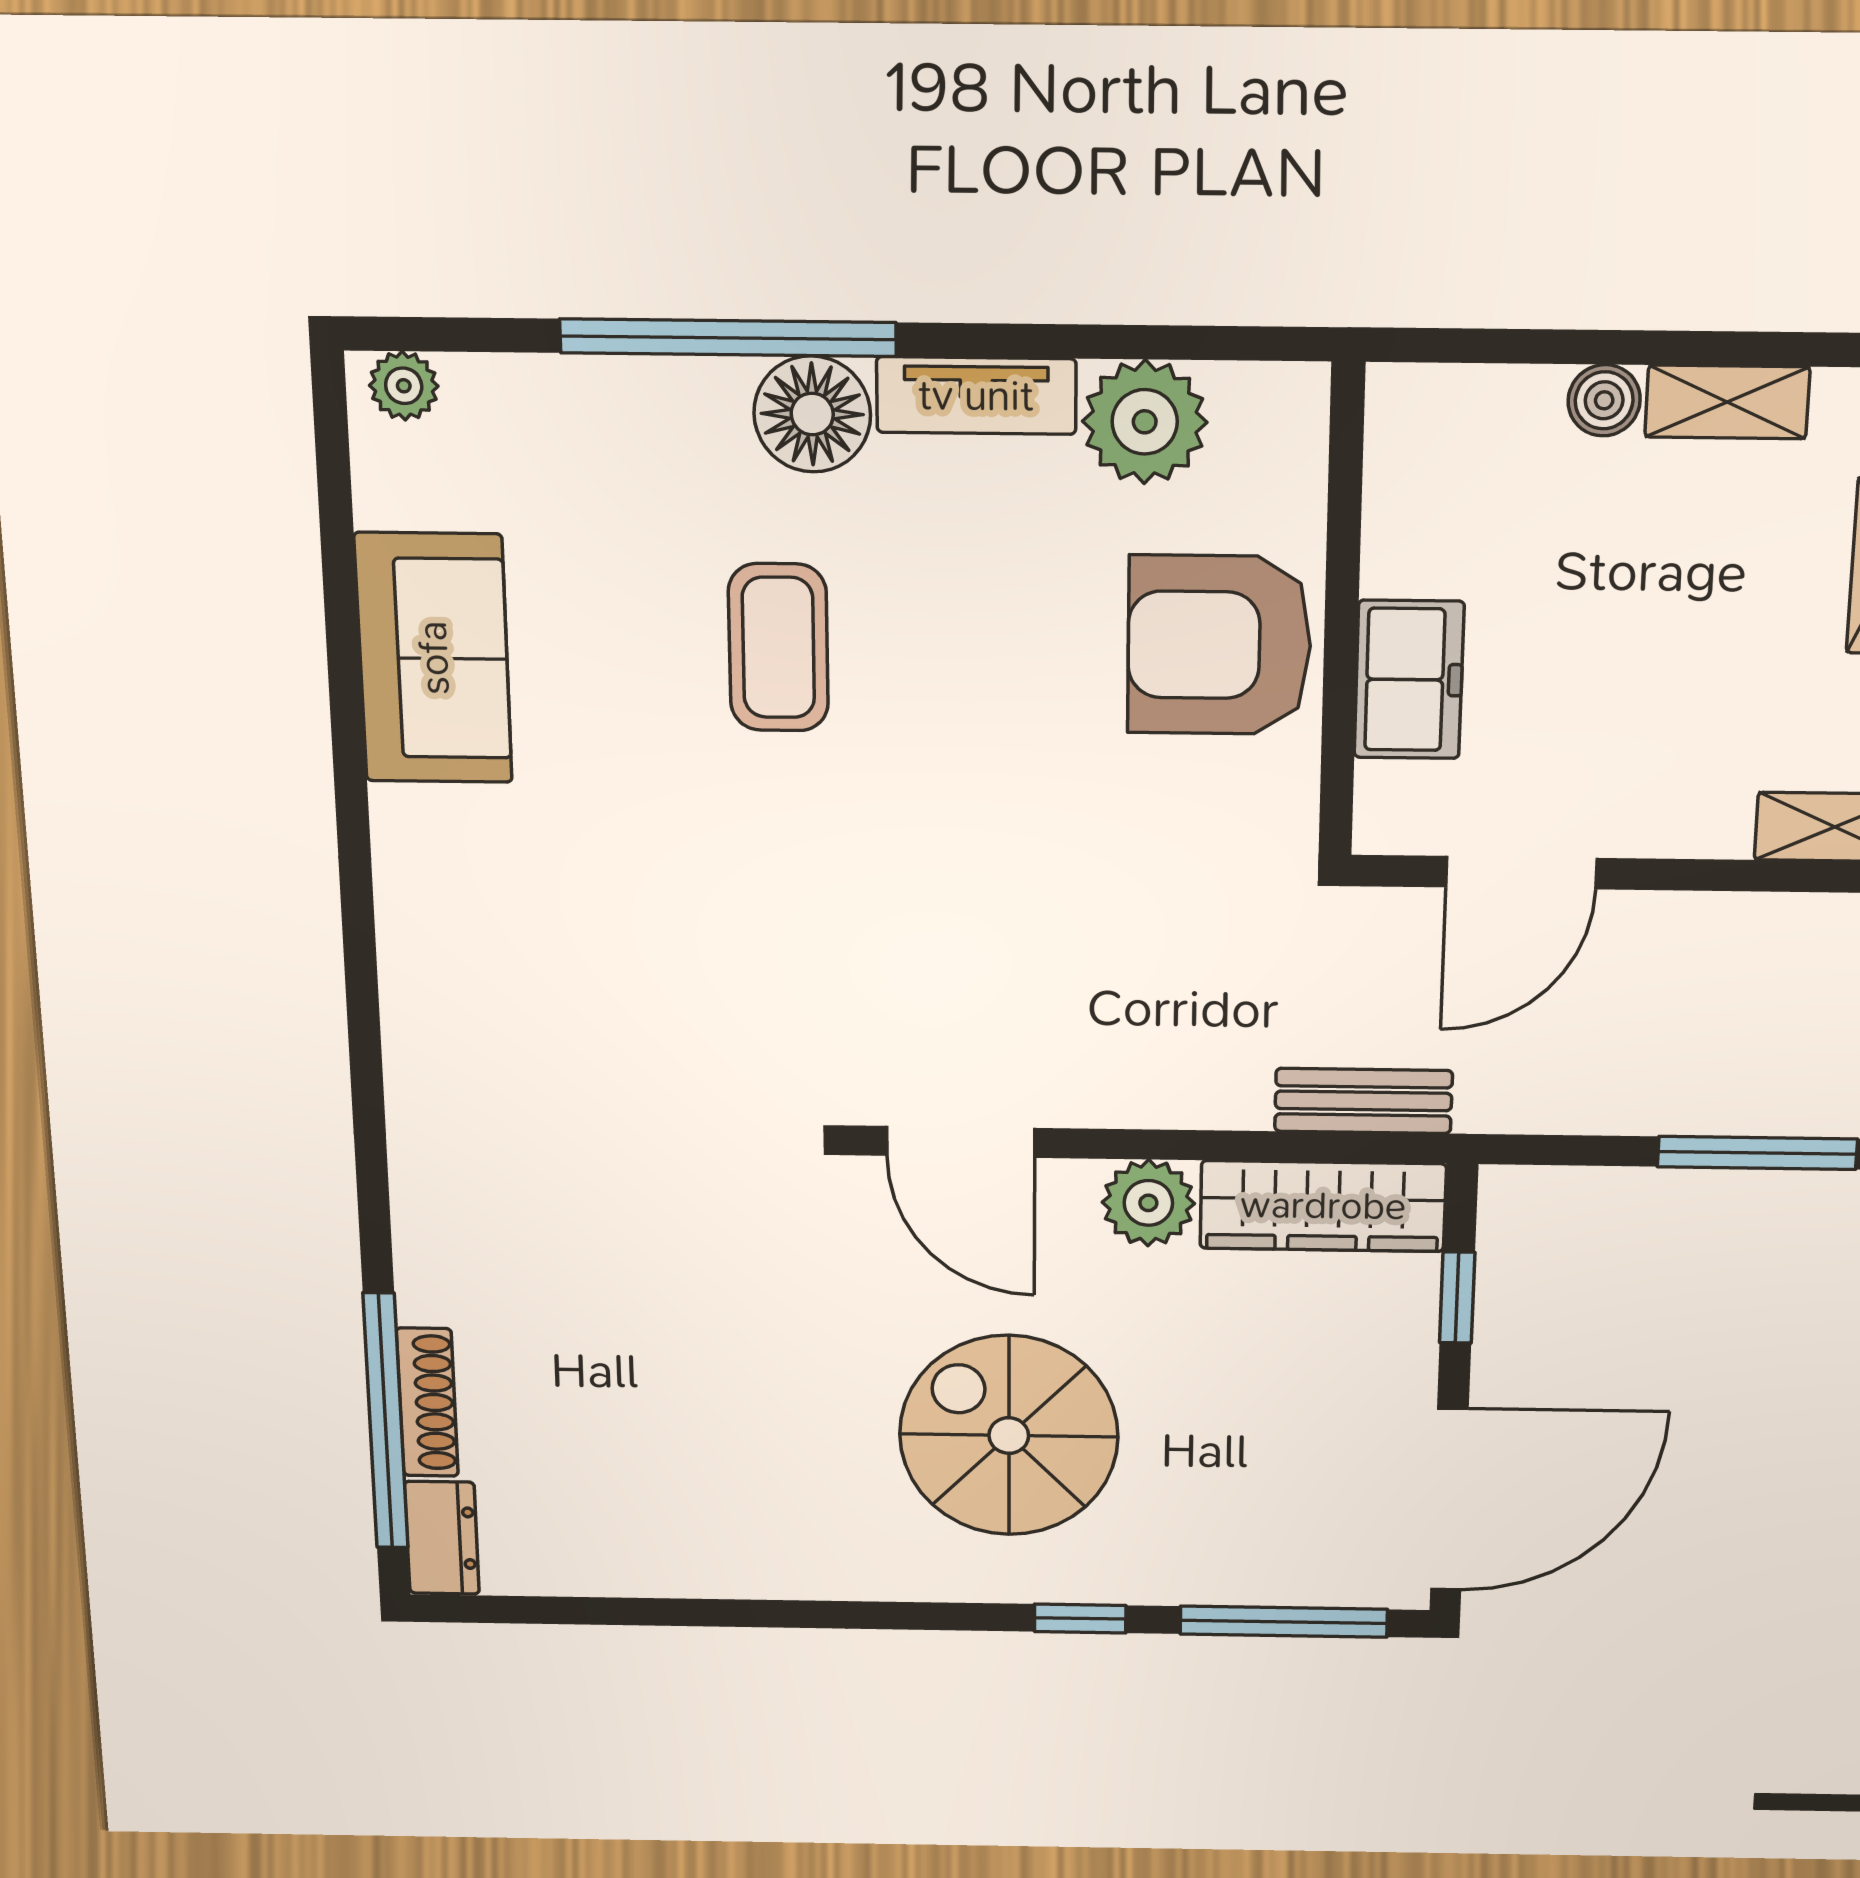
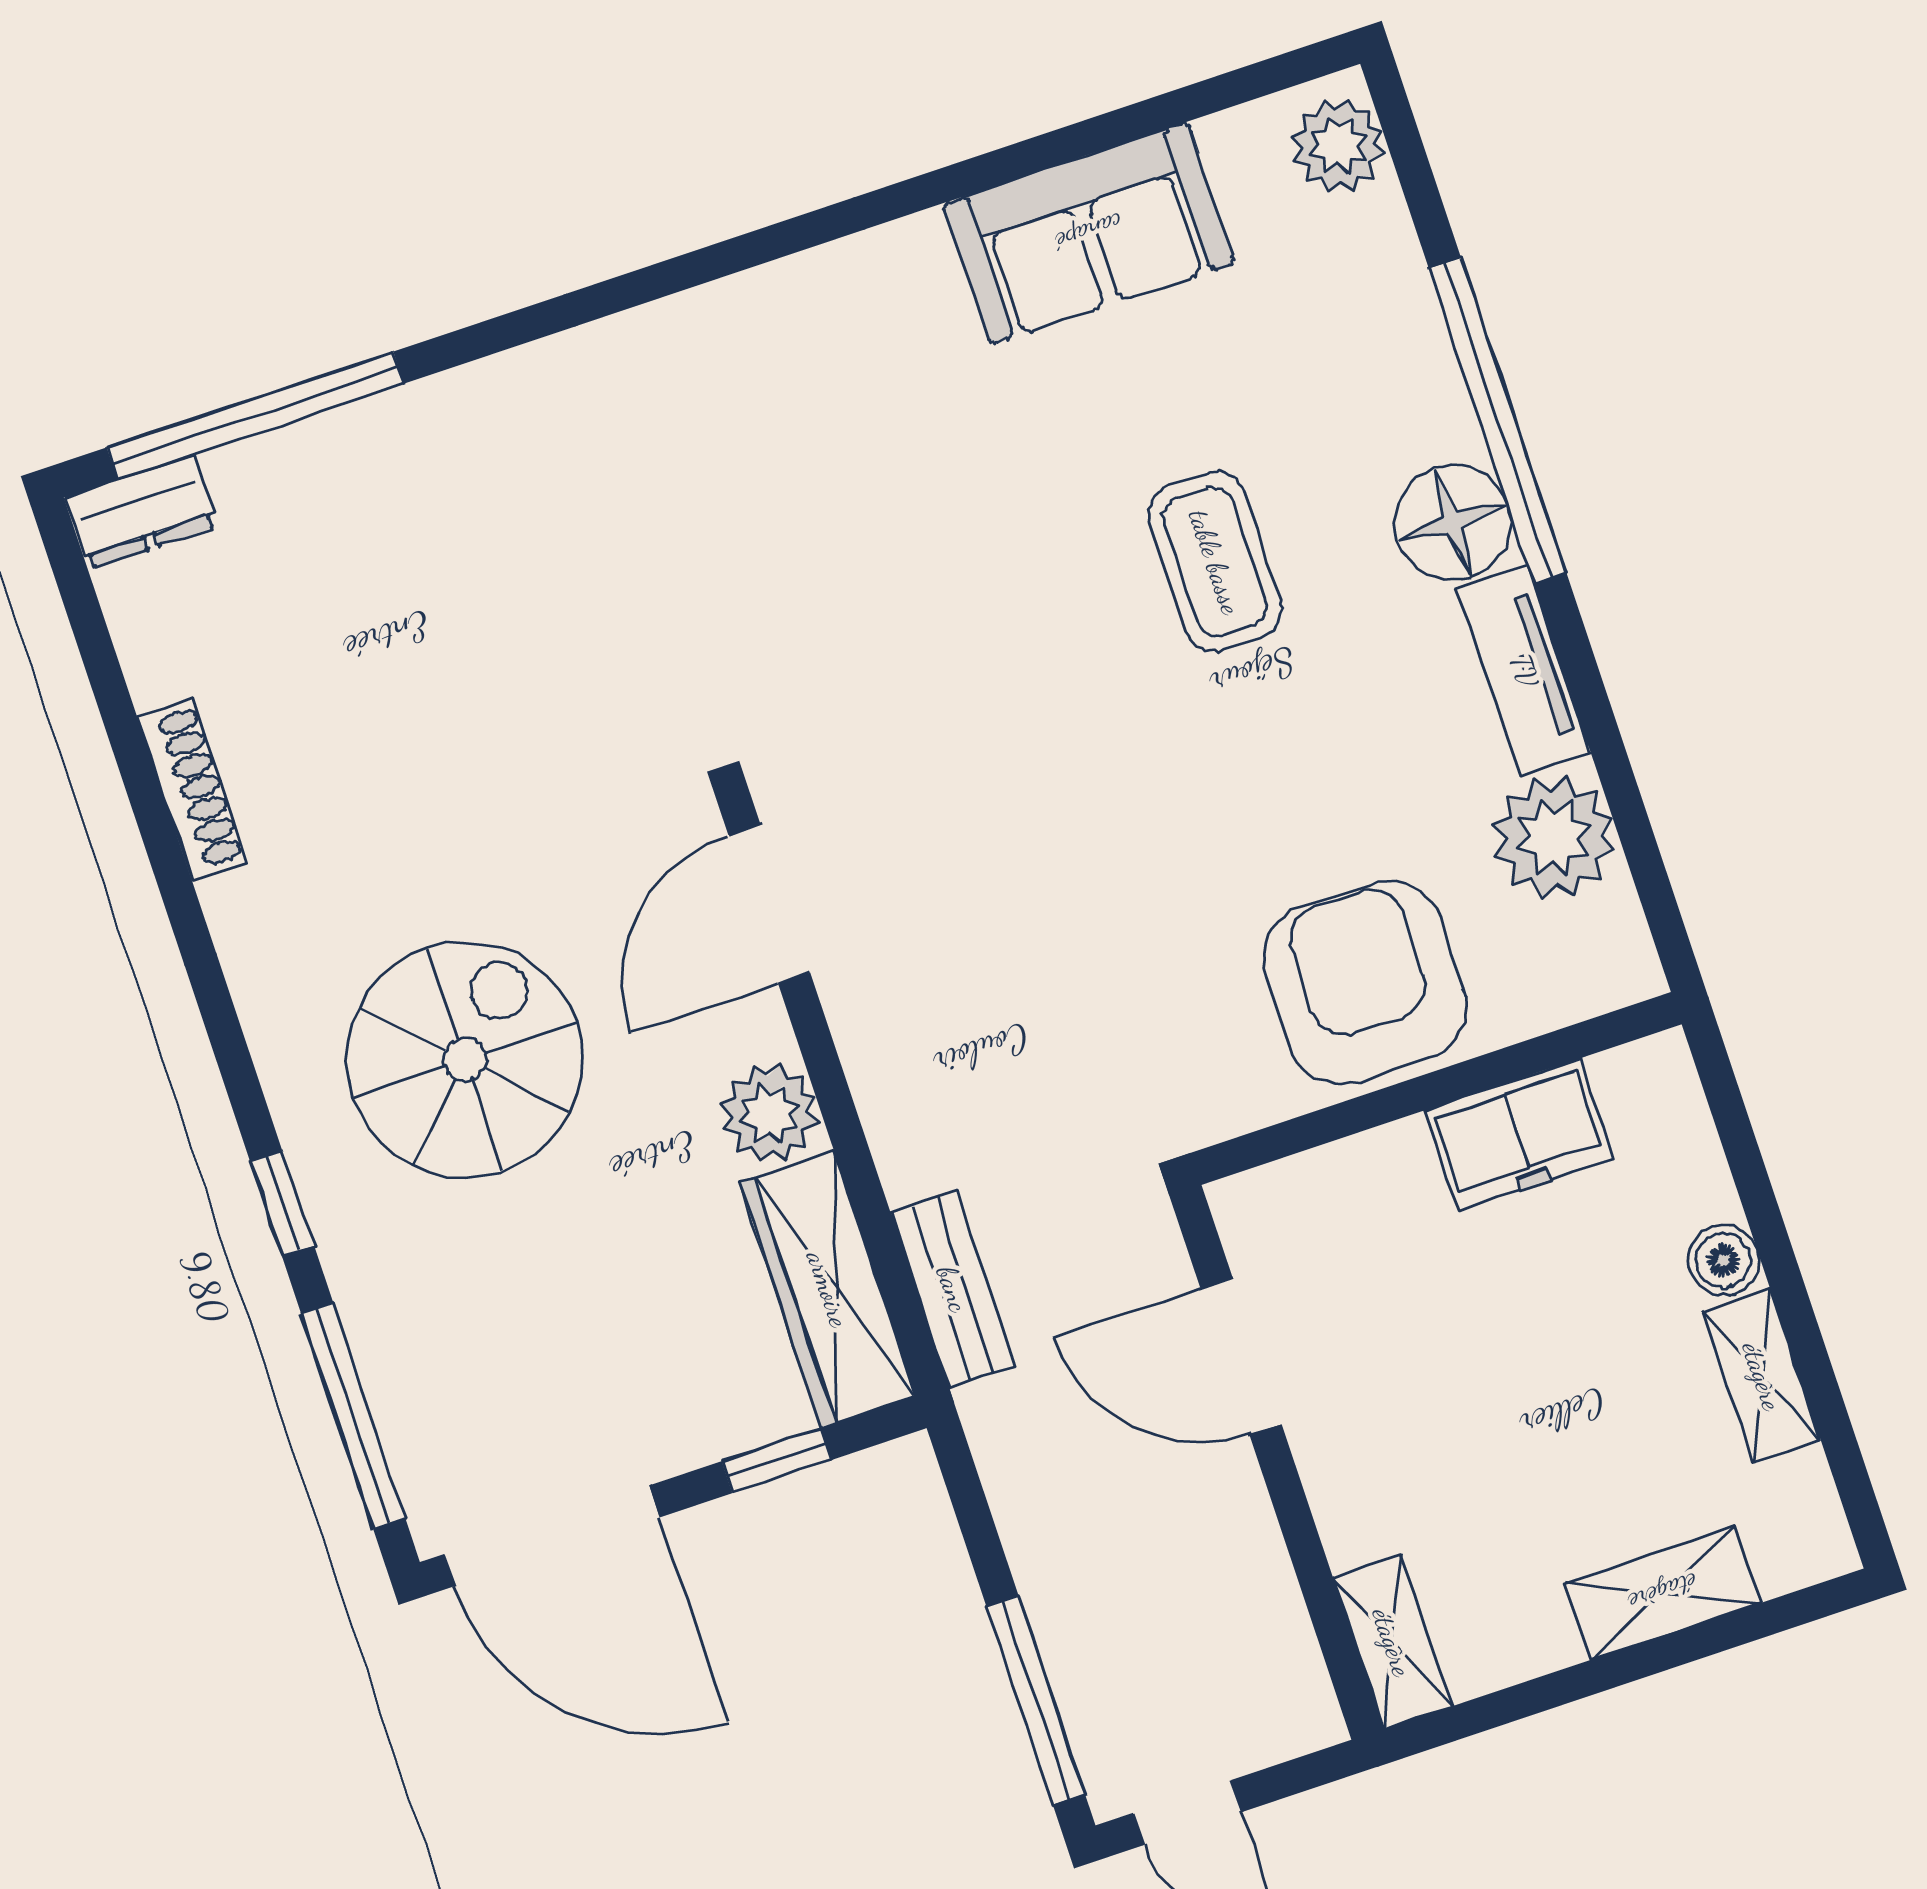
plant: (404, 386) -> (1338, 146), width x1.38, depth x1.38
coffee table: (778, 647) -> (1215, 562), turned 90
freezer: (1409, 680) -> (1519, 1135), moved
shoe rack: (427, 1402) -> (193, 790), moved, turned -90

